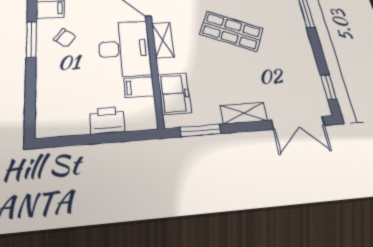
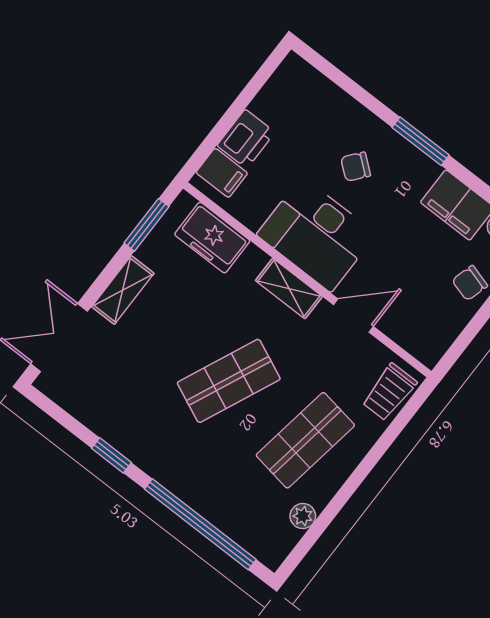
chair: (65, 38) -> (356, 167), moved
filing cabinet: (139, 87) -> (222, 173), moved, turned 90
window: (328, 87) -> (112, 455), moved

